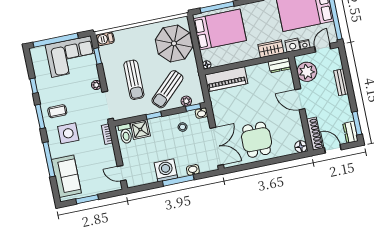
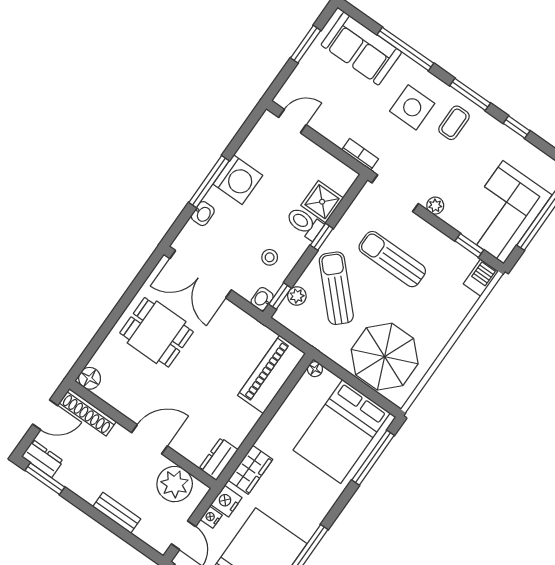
toilet: (126, 134) -> (304, 223), moved

